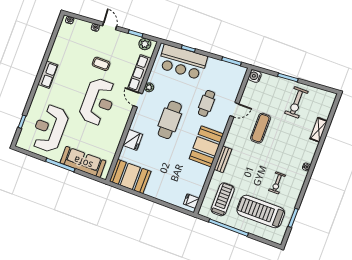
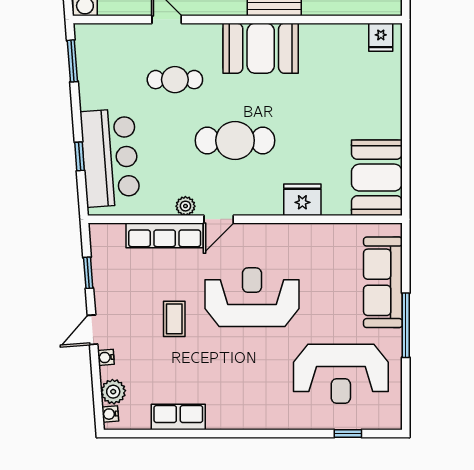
plant: (145, 44) -> (113, 392), moved
row of seats: (48, 75) -> (178, 417), moved

